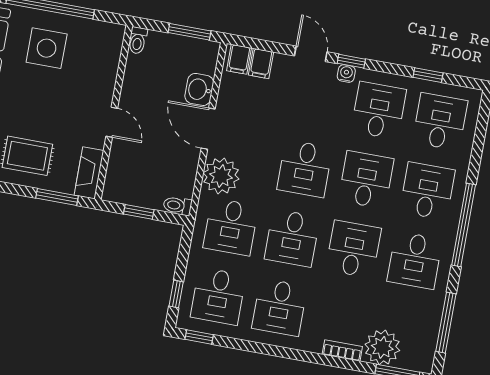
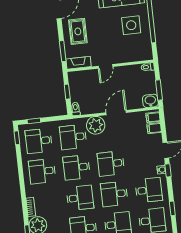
washbasin: (199, 89) -> (150, 101), moved
desk: (366, 180) -> (114, 194), turned 180

